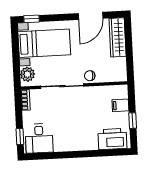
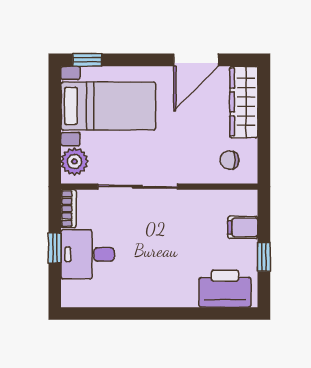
chair: (90, 76) -> (229, 160), moved
window: (20, 136) -> (55, 248), moved
desk: (39, 138) -> (88, 254), moved, turned 90

